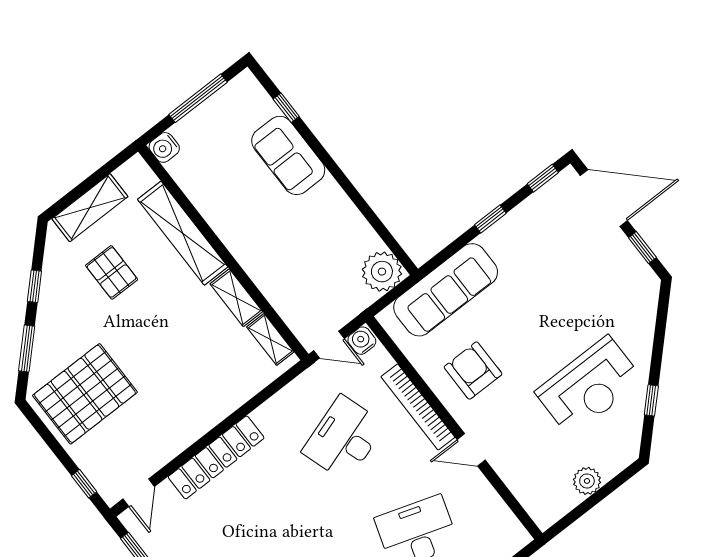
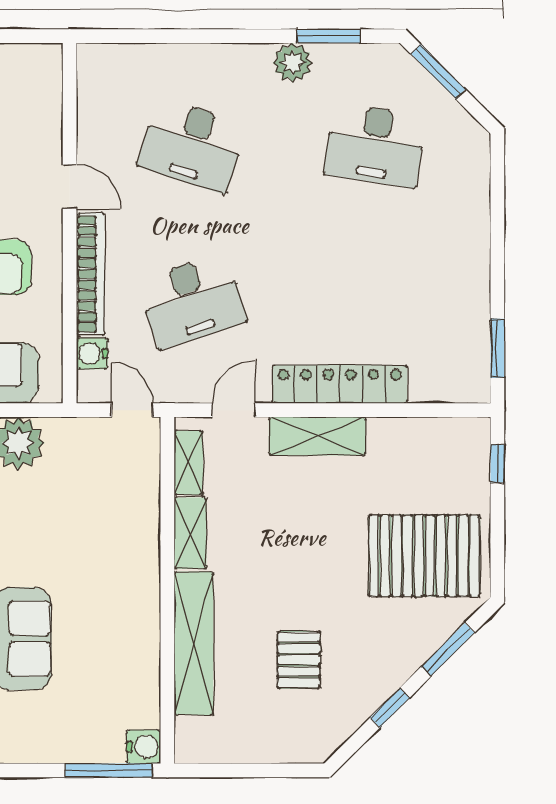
window: (198, 98) -> (109, 770), moved
shelving: (90, 208) -> (317, 436), moved
water cooler: (362, 341) -> (92, 353), moved, turned 90
door: (139, 493) -> (234, 410), moved

